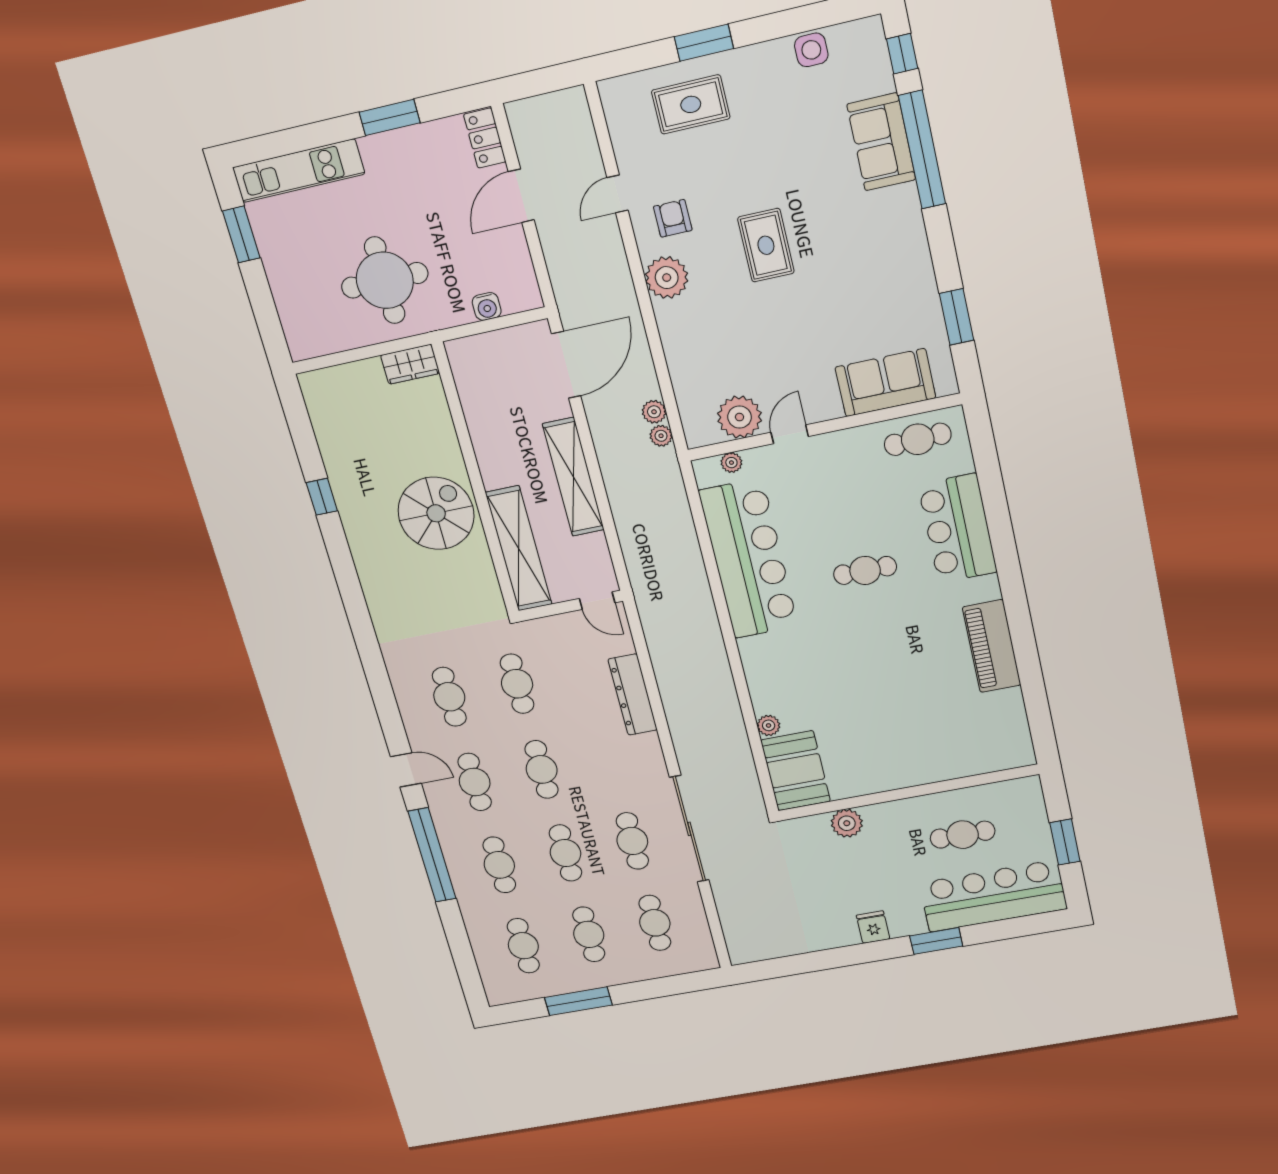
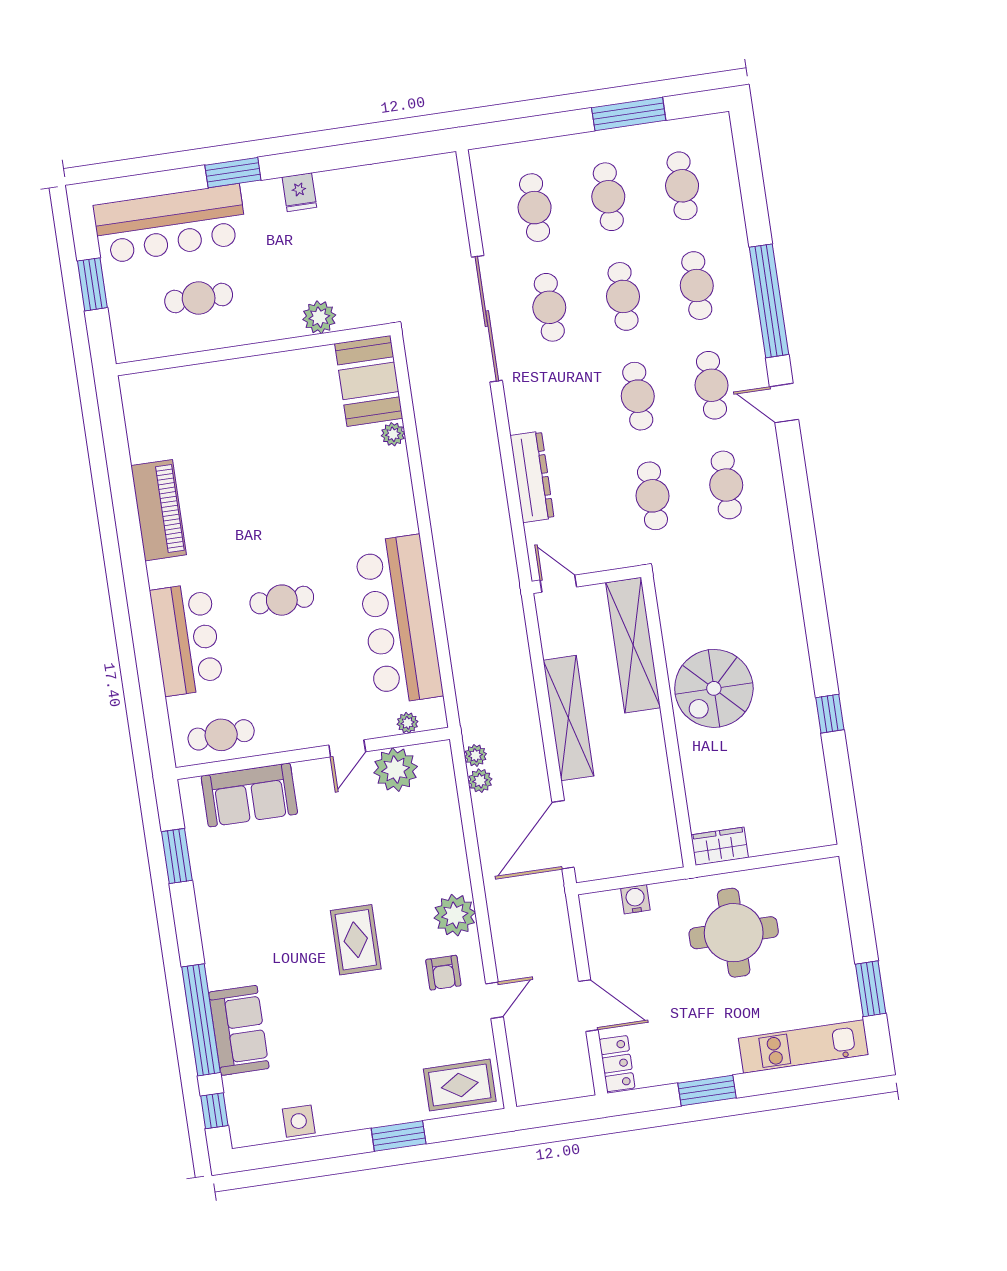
rug: (691, 104) -> (460, 1085), moved
door: (521, 196) -> (588, 1006), hinge flipped

